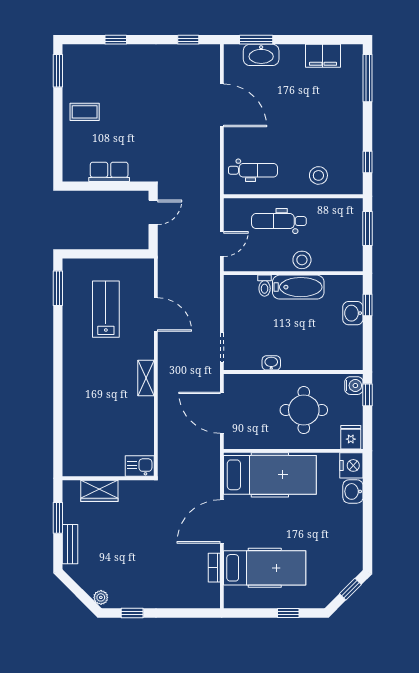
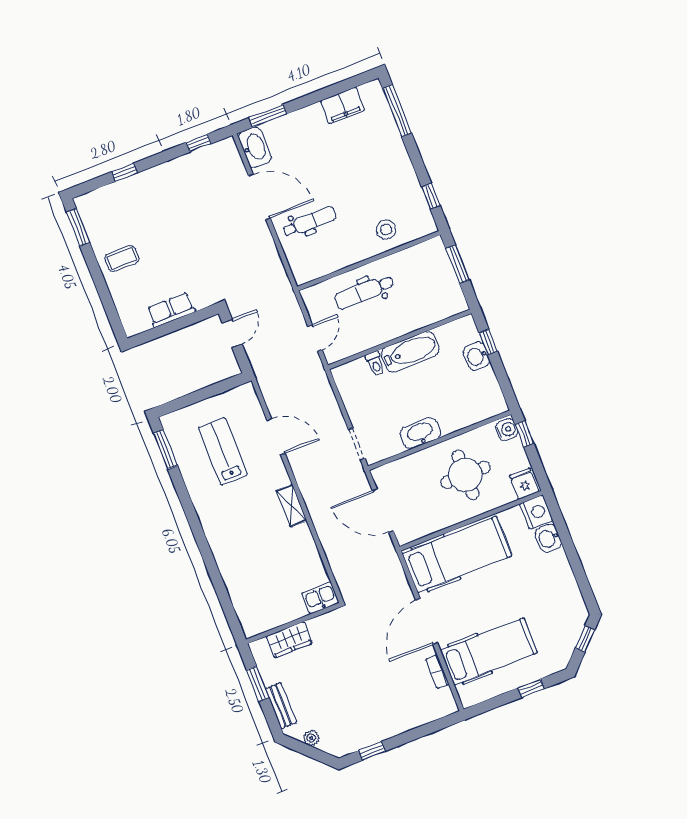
washbasin: (261, 55) -> (255, 147), moved, turned -90
dental chair: (253, 170) -> (309, 222), moved
stool: (302, 260) -> (403, 322), removed
washbasin: (271, 363) -> (420, 433), width x1.91, depth x1.45
plant: (101, 597) -> (311, 738), moved

